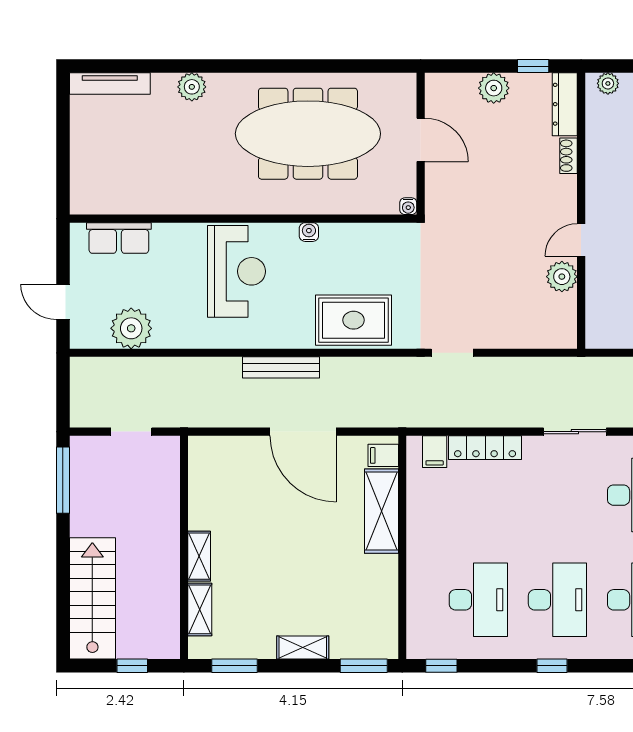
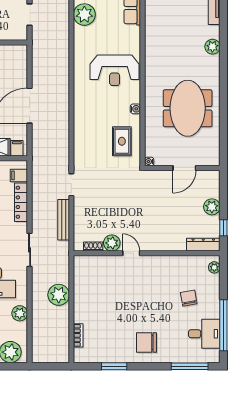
meeting table: (308, 134) -> (188, 108), width x0.73
shoe rack: (569, 156) -> (93, 247), moved
rug: (354, 320) -> (122, 141), moved, width x0.73, depth x0.70
bench: (281, 367) -> (64, 220), moved

